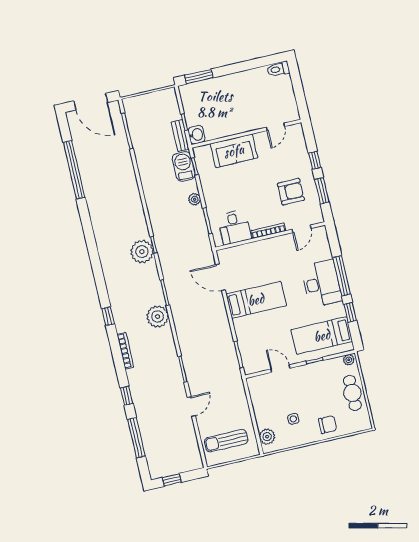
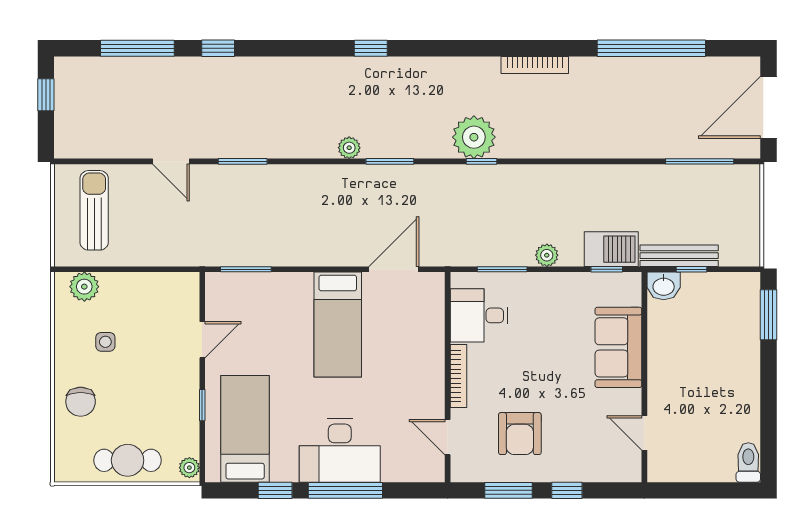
bench: (180, 136) -> (679, 256), width x1.36
plant: (158, 316) -> (349, 148), width x0.53, depth x0.53
bookcase: (125, 351) -> (535, 65), moved

